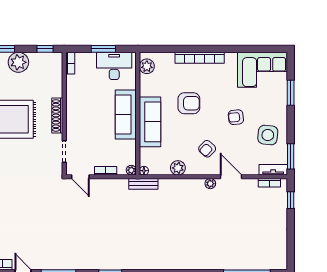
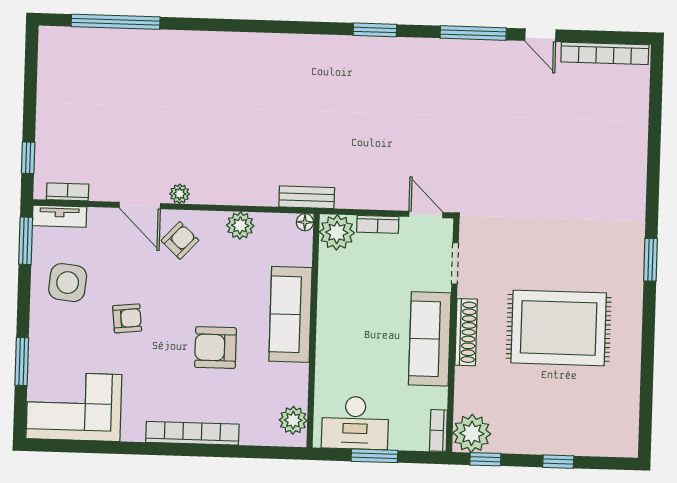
plant: (18, 62) -> (472, 433), moved
sofa: (126, 114) -> (430, 339), moved, turned 180
armchair: (207, 149) -> (180, 240), moved
plant: (131, 170) -> (337, 232), width x1.88, depth x1.88

